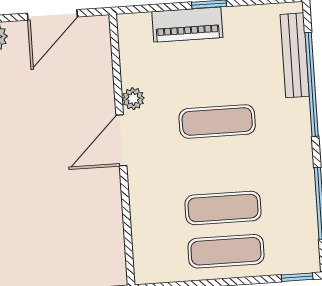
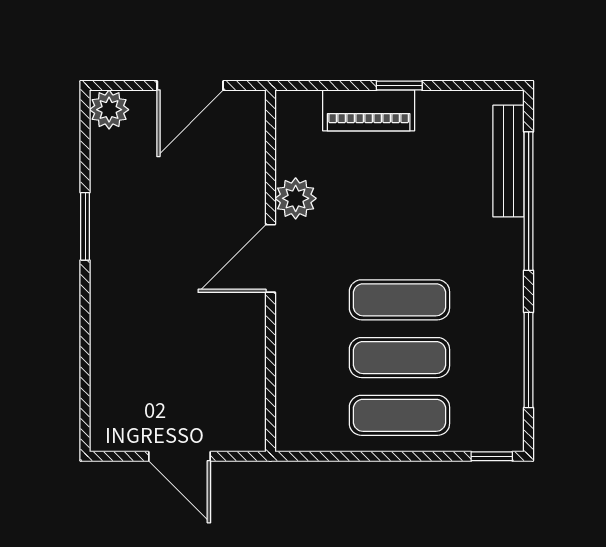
plant: (133, 99) -> (296, 198), width x1.38, depth x1.38
exercise mat: (217, 121) -> (399, 300), moved

